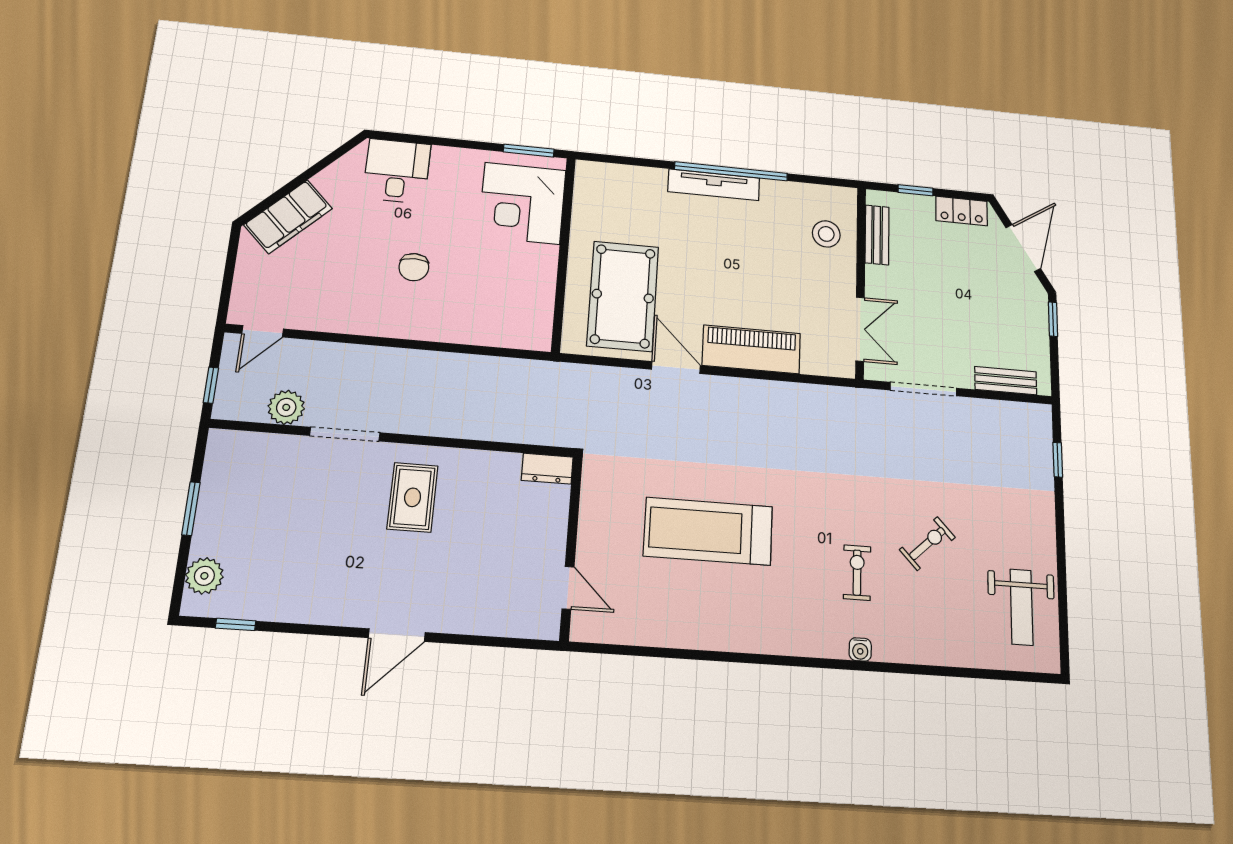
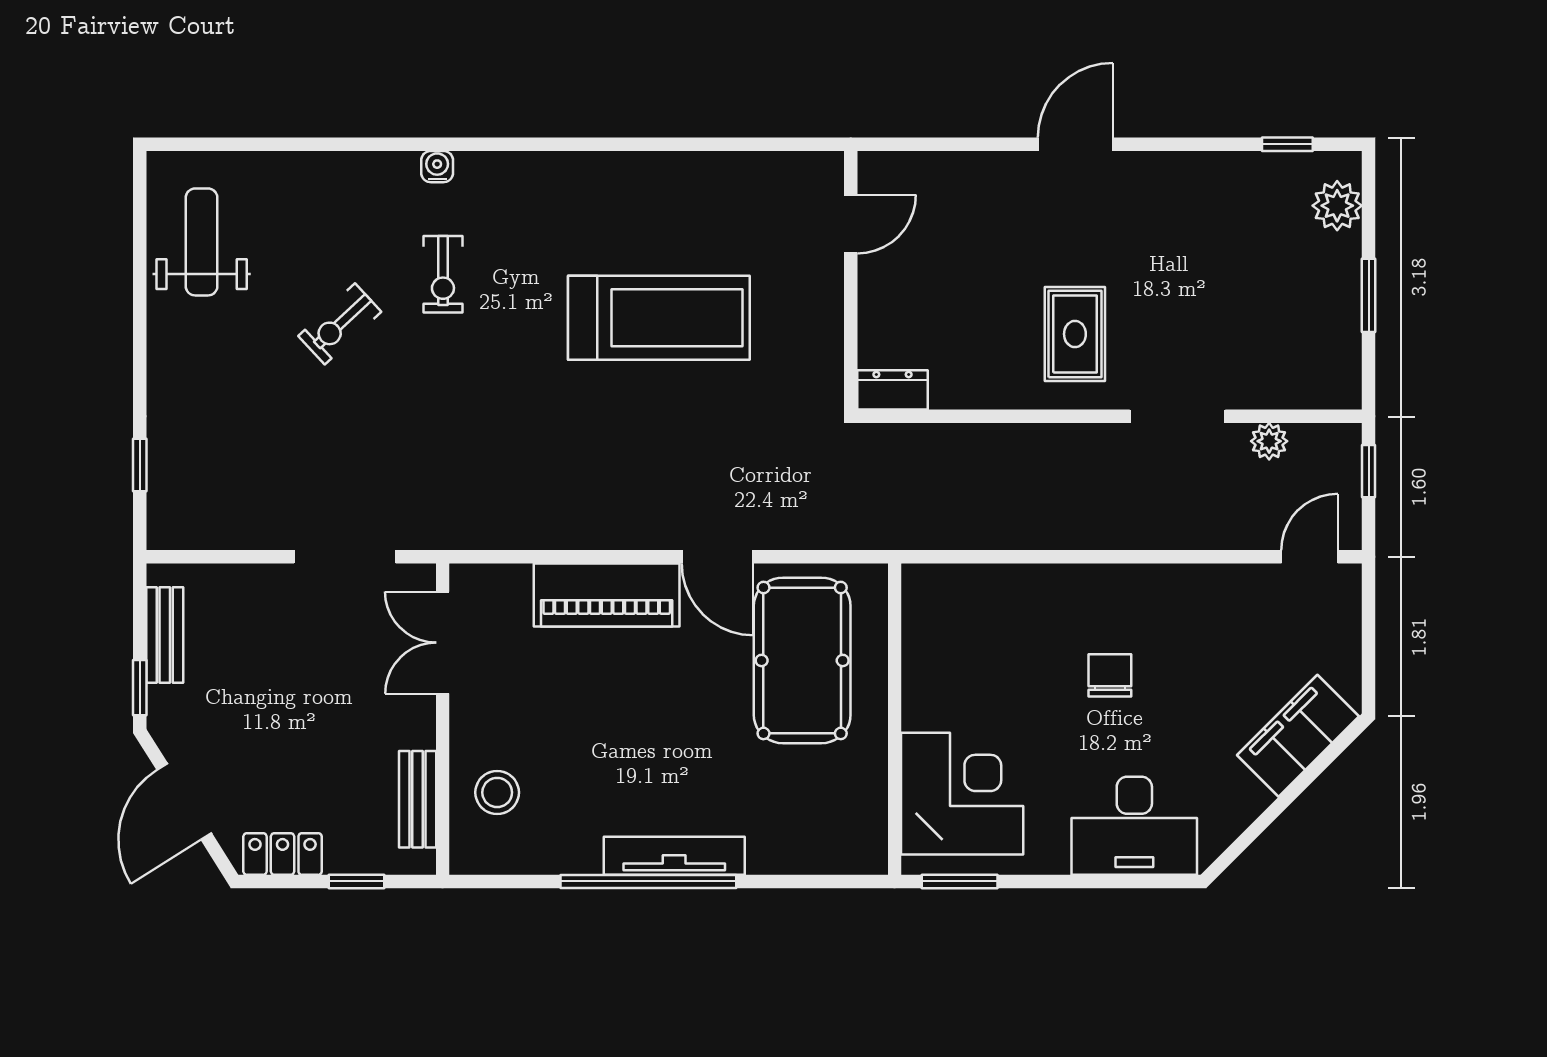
desk: (397, 171) -> (1134, 826), width x1.37
bench: (1006, 381) -> (165, 635), moved, turned 90
plant: (286, 407) -> (1269, 441), width x0.73, depth x0.73
door: (568, 588) -> (851, 224), swing flipped

